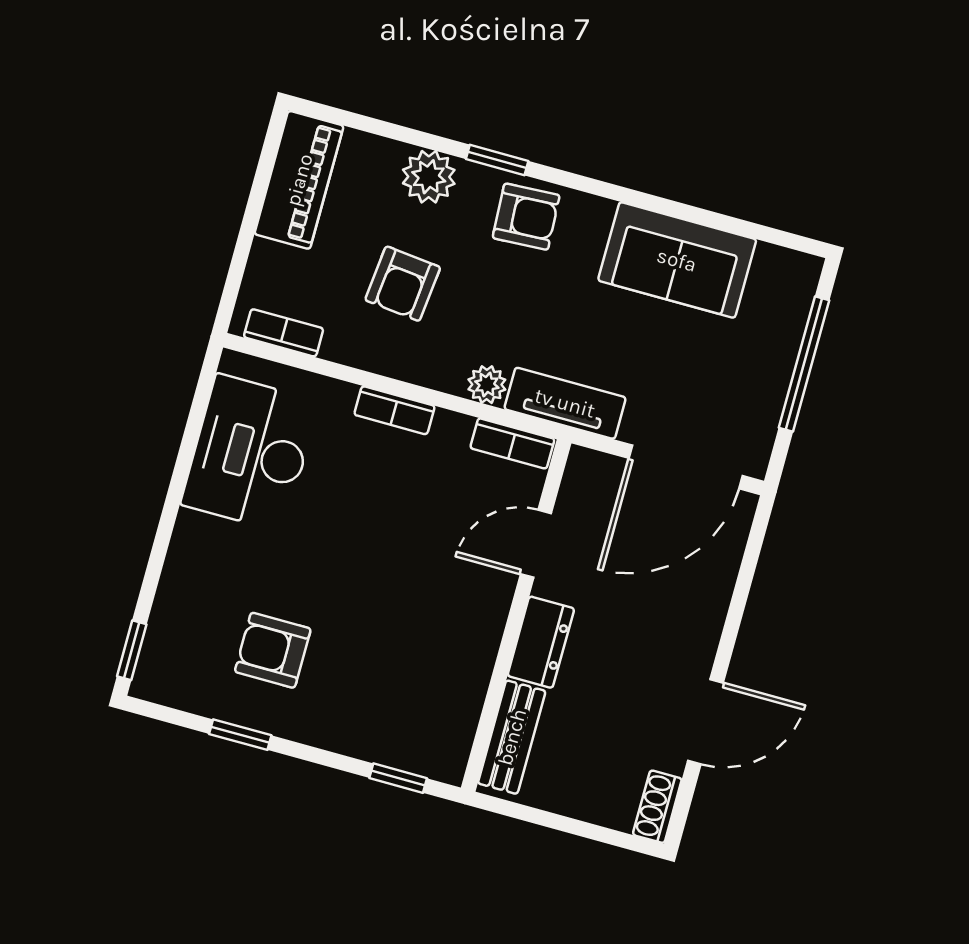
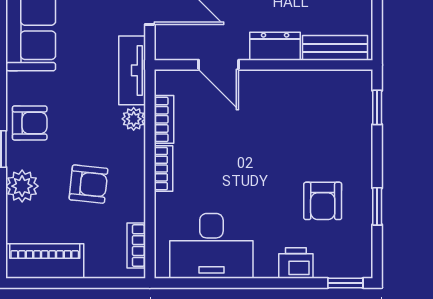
armchair: (526, 217) -> (30, 123), turned 93
bookcase: (512, 443) -> (164, 119), moved
printer: (185, 580) -> (296, 263), added

